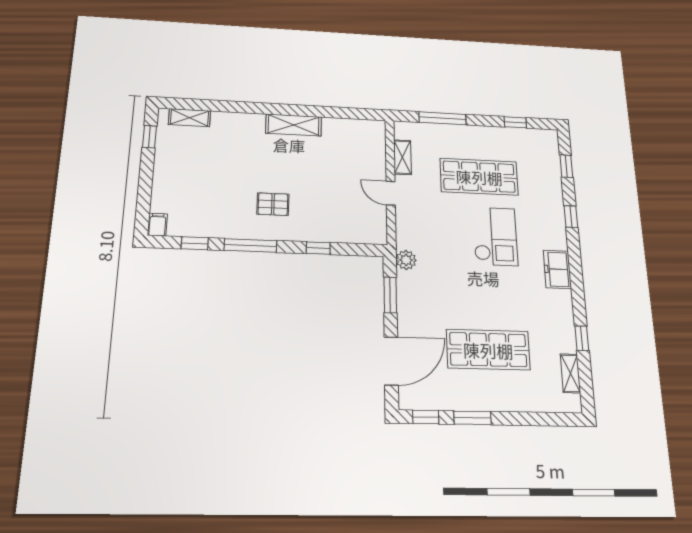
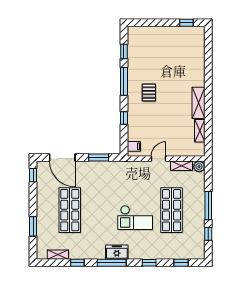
shelving: (189, 118) -> (200, 131), moved
window: (443, 118) -> (208, 206), moved
filing cabinet: (157, 225) -> (134, 146), moved
plant: (406, 260) -> (199, 167), moved
window: (576, 279) -> (112, 263), added
window: (473, 418) -> (33, 226), moved

